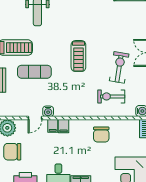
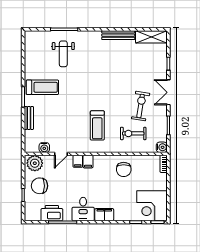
treadmill: (78, 56) -> (97, 125), moved
exercise mat: (34, 72) -> (60, 110), removed
water cooler: (48, 111) -> (44, 148), moved

